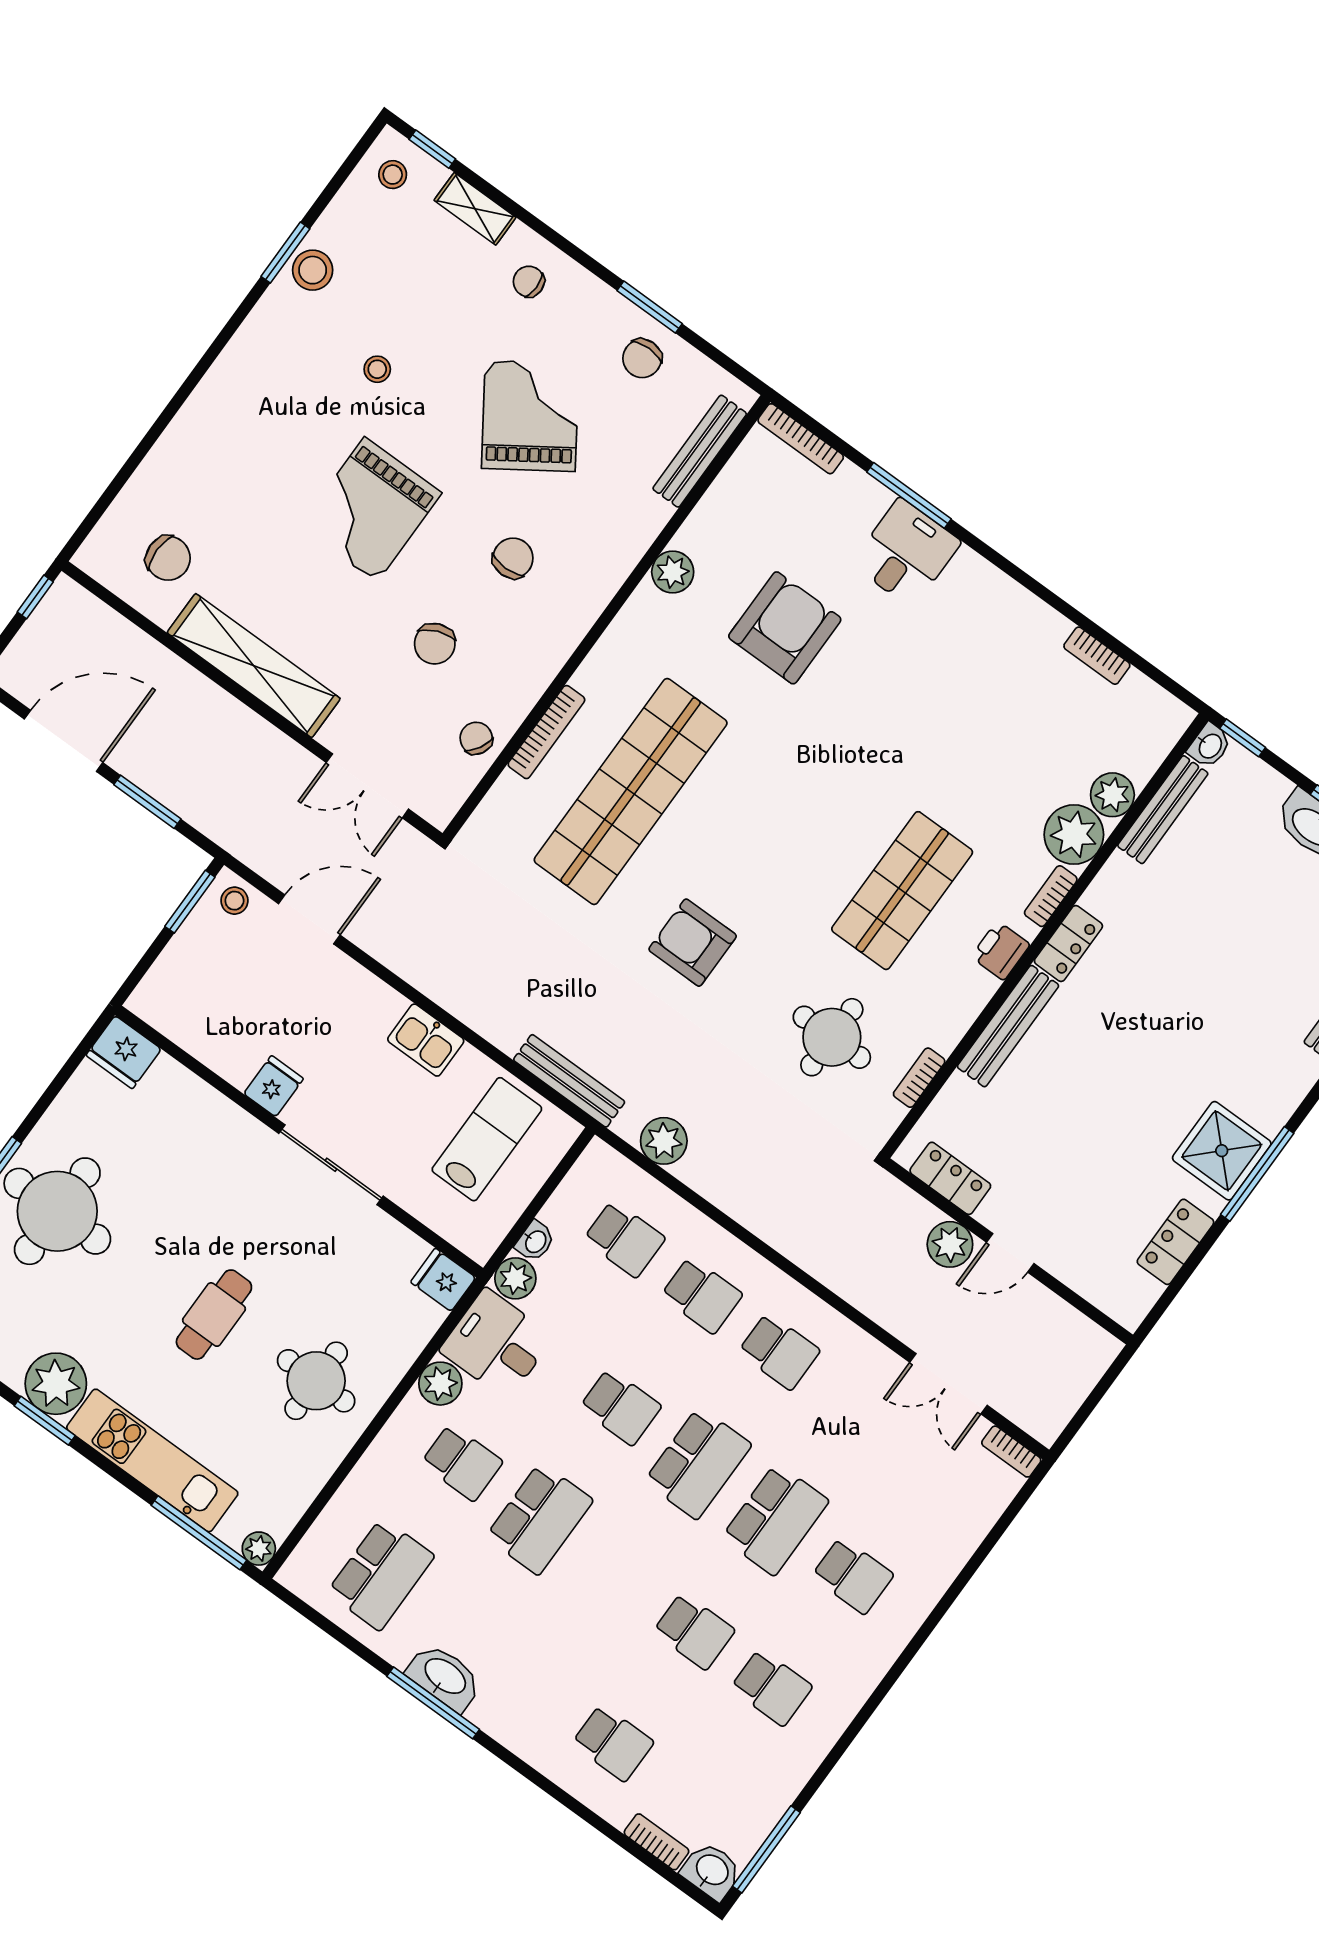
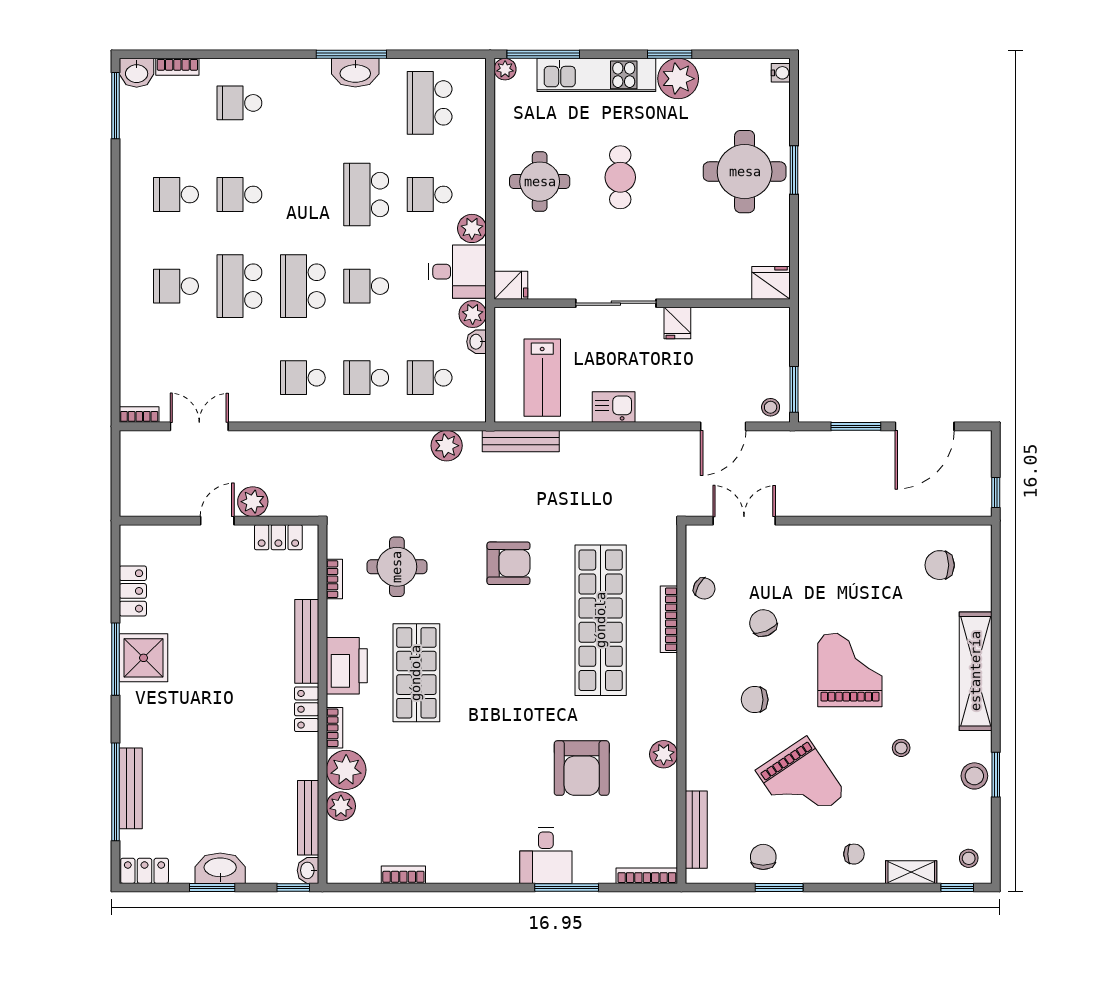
chair: (513, 558) -> (755, 700), turned 90
shelving: (254, 666) -> (976, 671), moved, turned 90
printer: (1001, 951) -> (347, 666), width x1.87, depth x1.48

